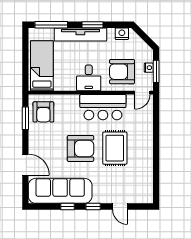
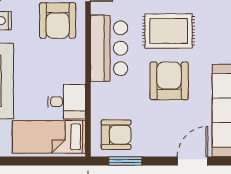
desk: (89, 78) -> (67, 102), moved

